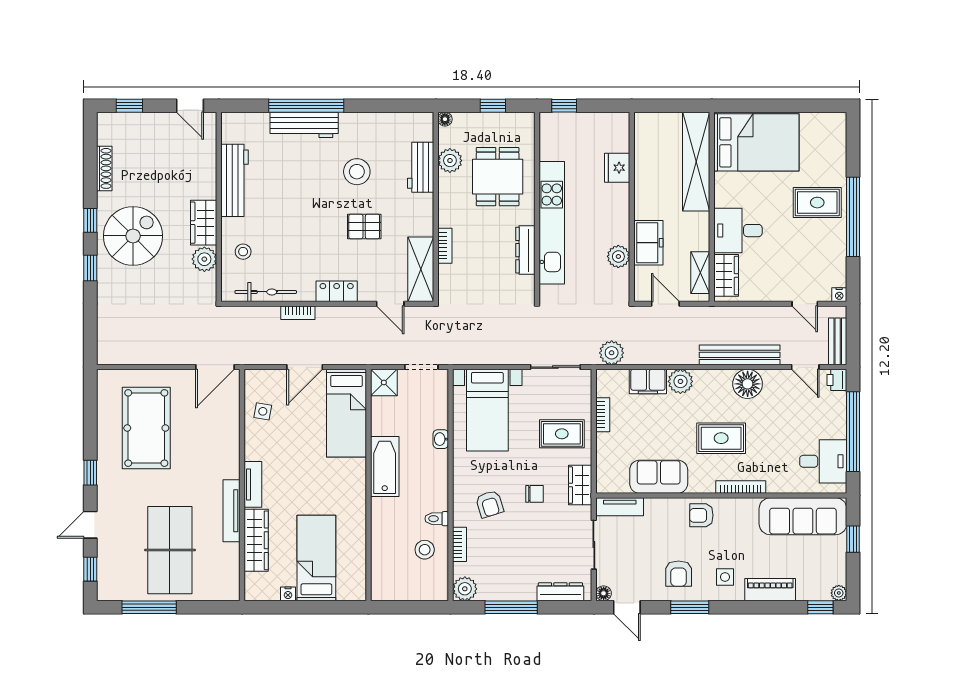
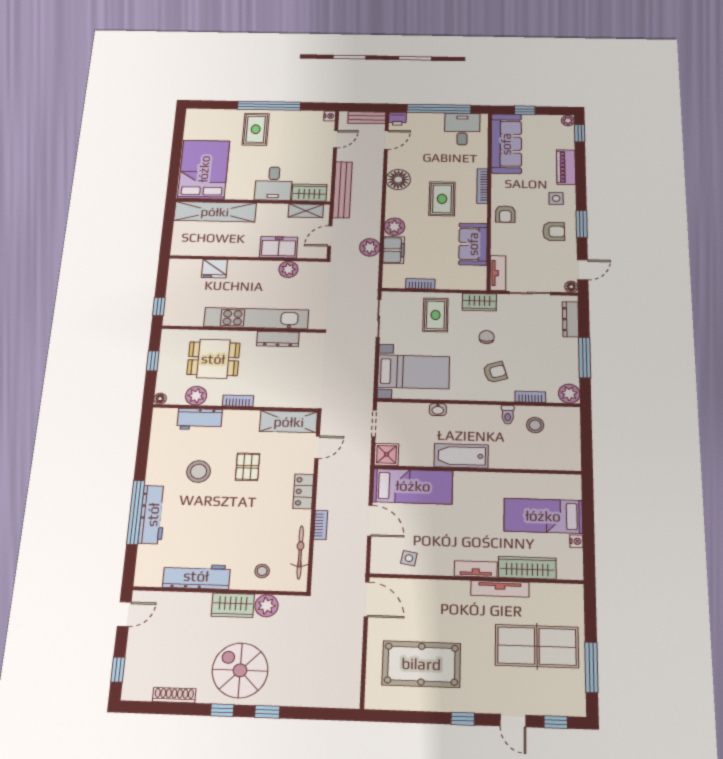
bookcase: (445, 246) -> (238, 401), moved
plant: (612, 353) -> (370, 247), moved
bench: (740, 355) -> (342, 190), moved

